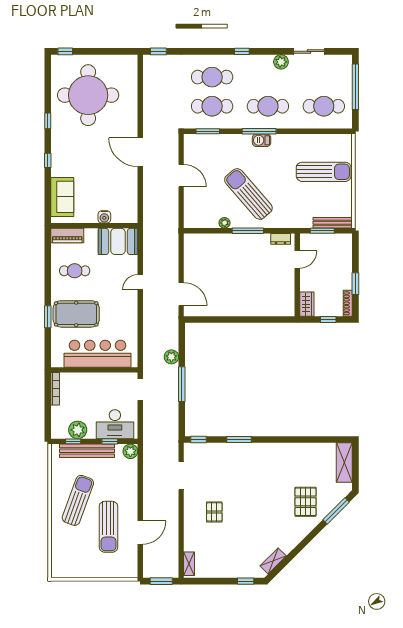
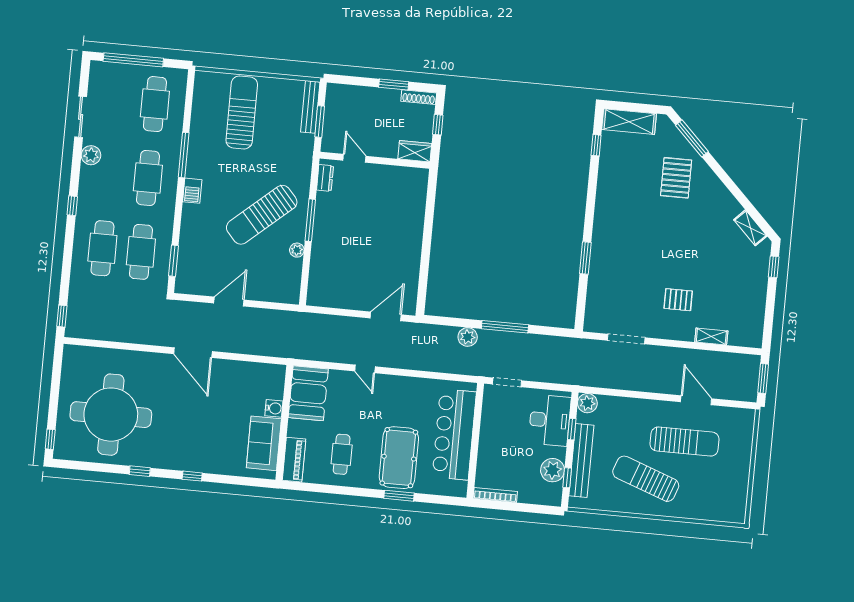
window: (259, 131) -> (184, 155), moved
door: (140, 152) -> (193, 353), hinge flipped
sofa: (62, 197) -> (264, 443), moved, turned -90
window: (199, 439) -> (596, 145), moved
pallet: (305, 502) -> (676, 178), turned 90
shelving: (189, 564) -> (711, 337), moved

